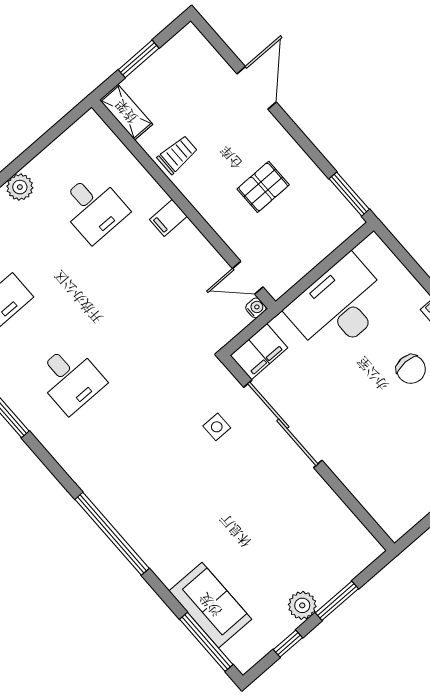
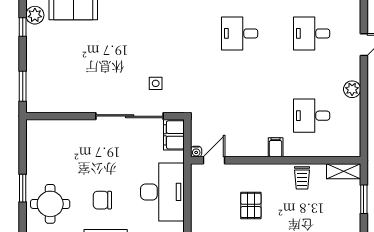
window: (337, 601) -> (23, 86), moved
plant: (302, 605) -> (35, 15), moved

